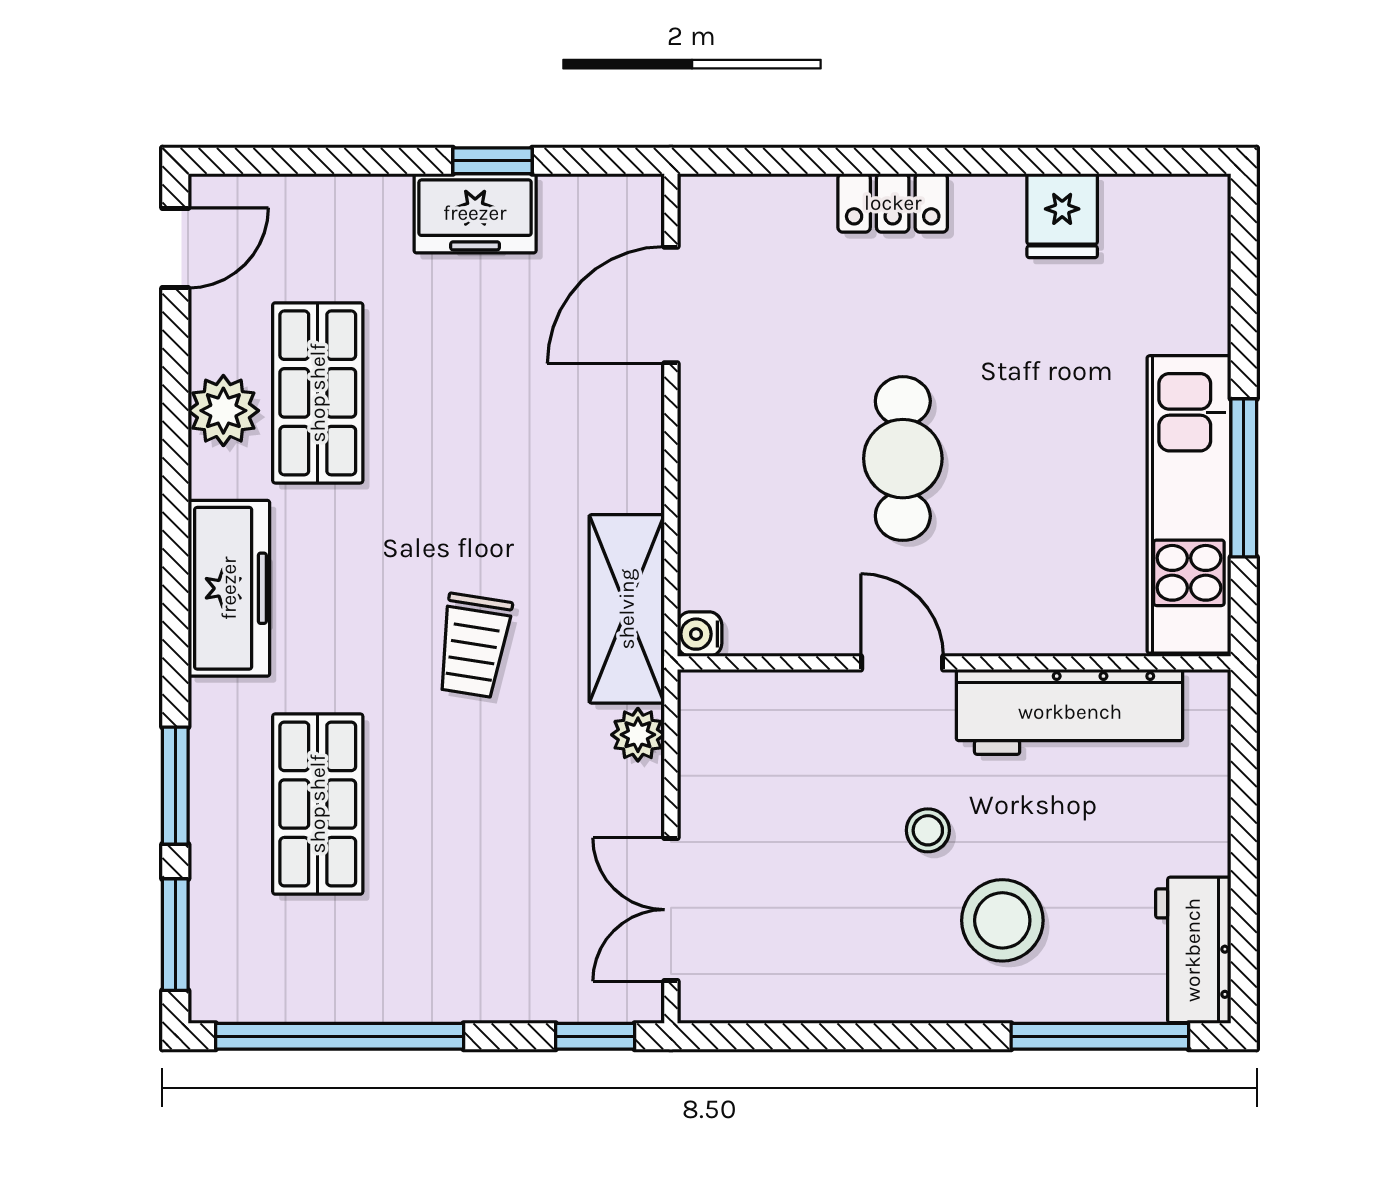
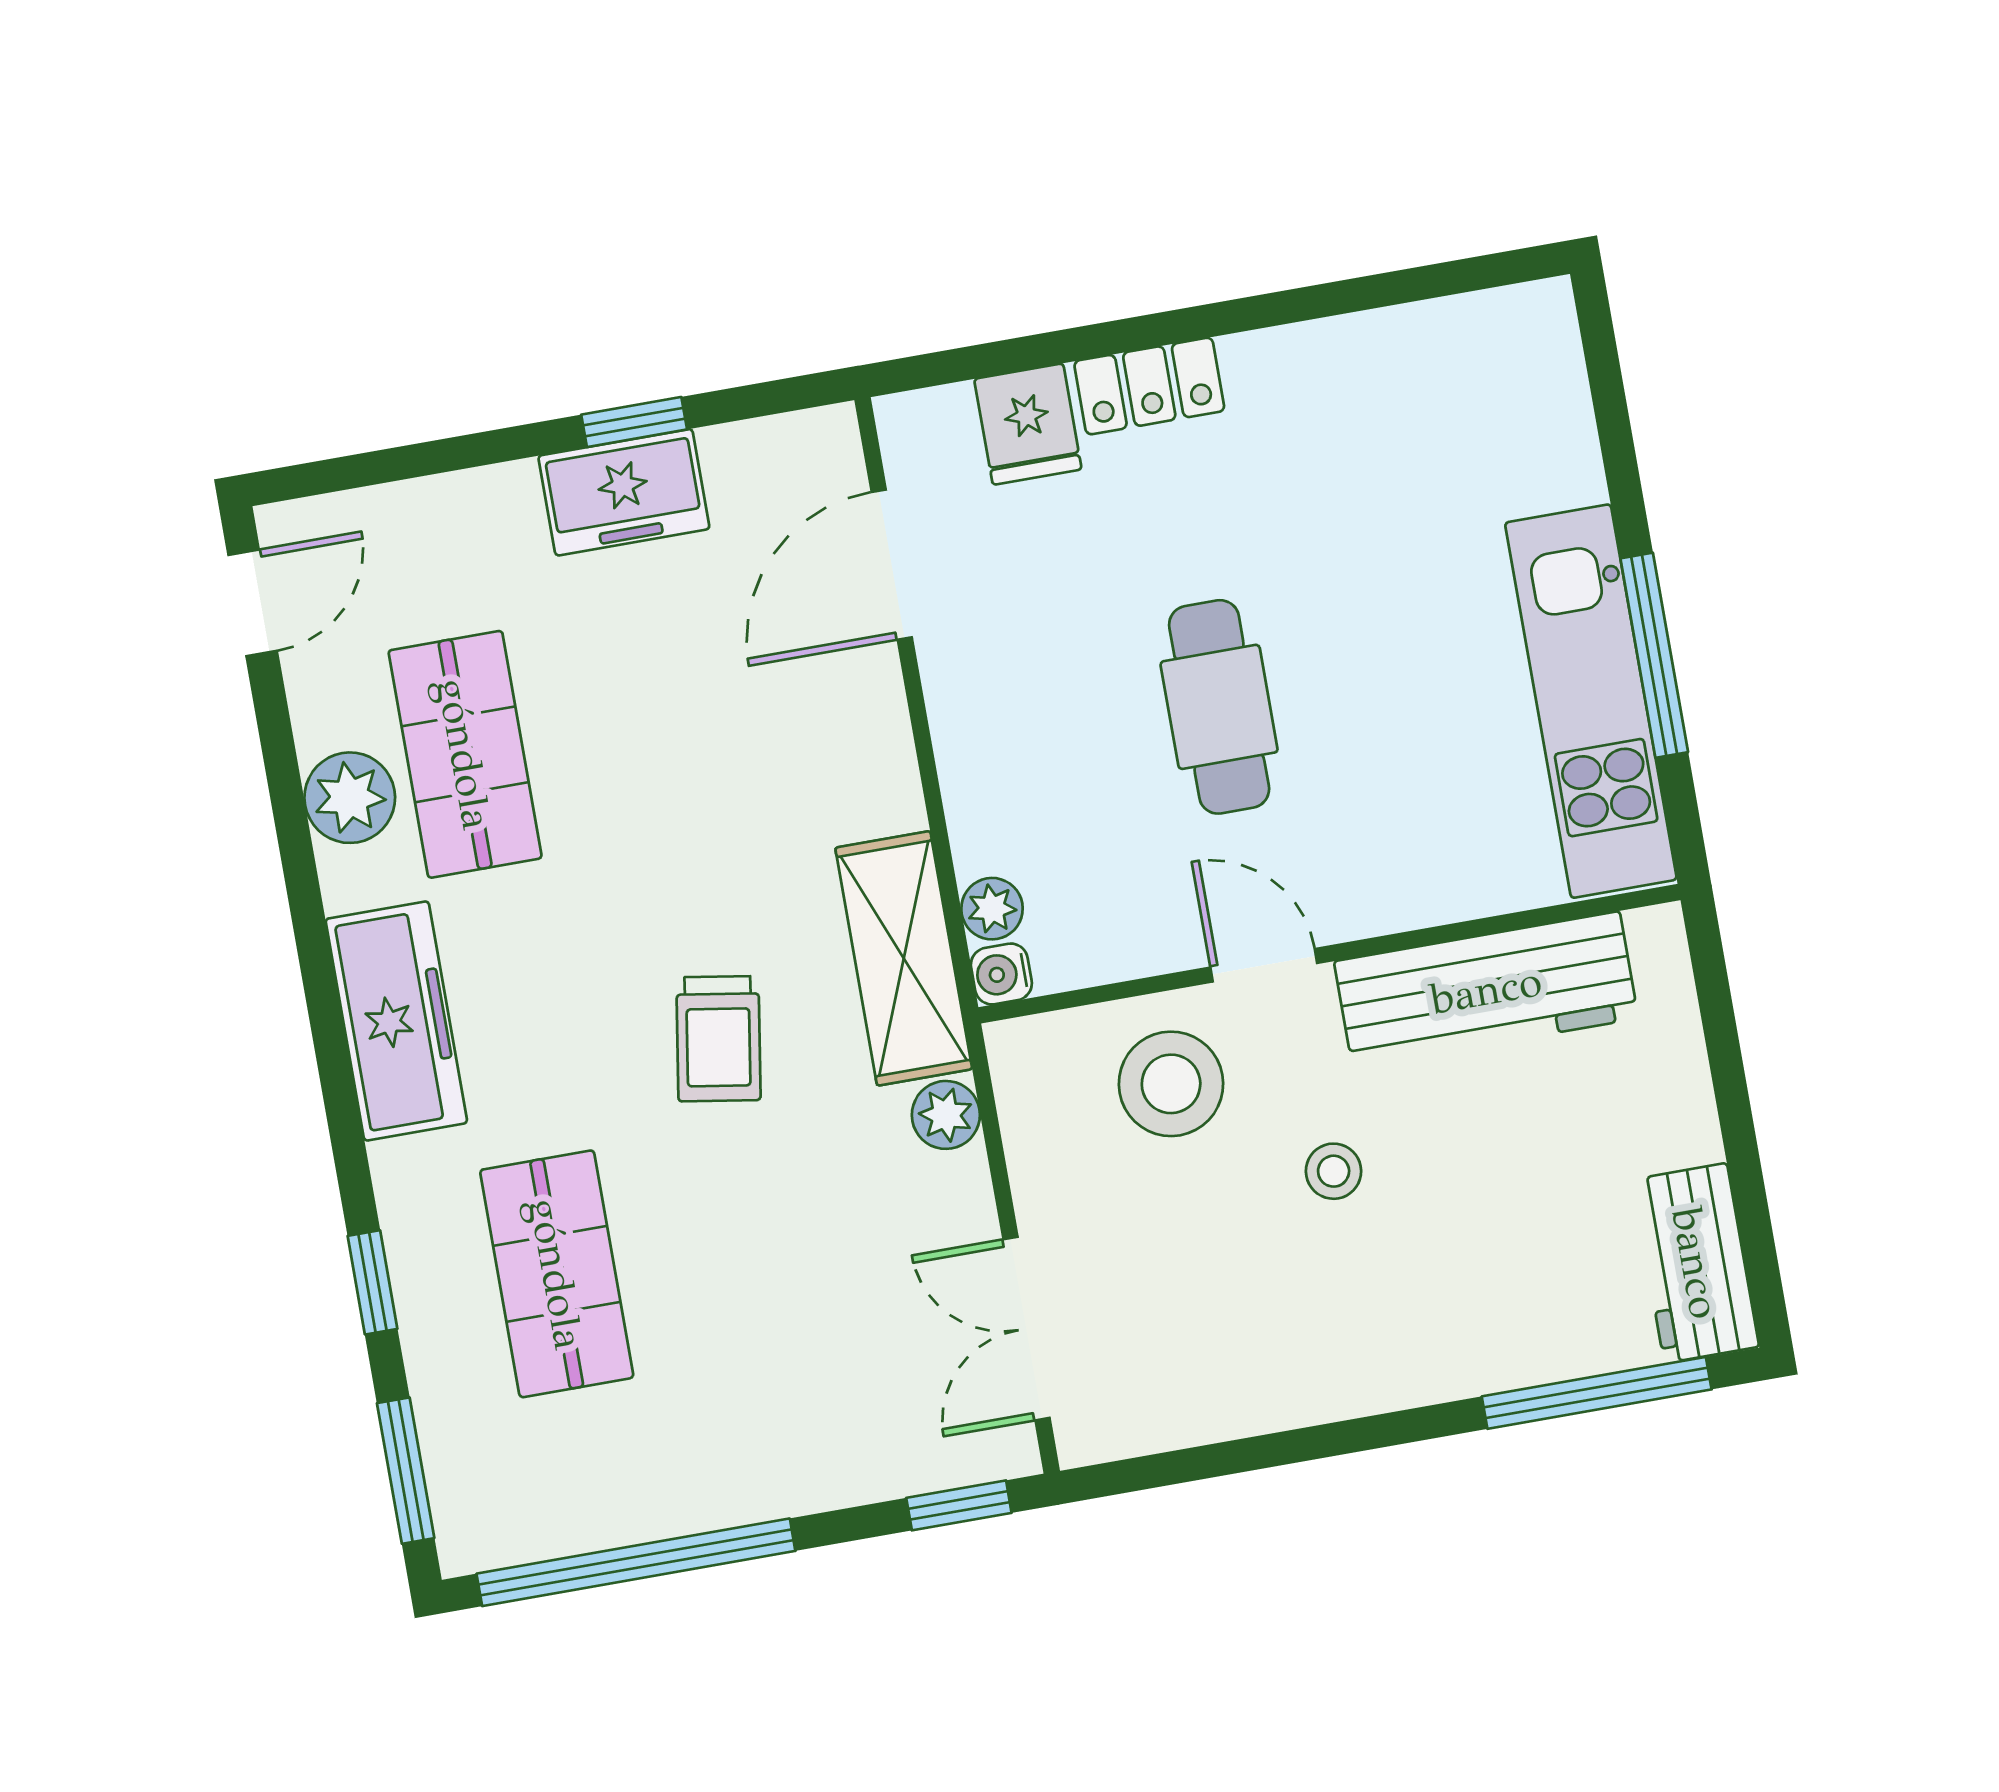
fridge: (1062, 216) -> (1028, 424), moved
plant: (701, 583) -> (992, 909), added
window: (175, 786) -> (372, 1282), width x0.67
stool: (1002, 920) -> (1171, 1084), moved

